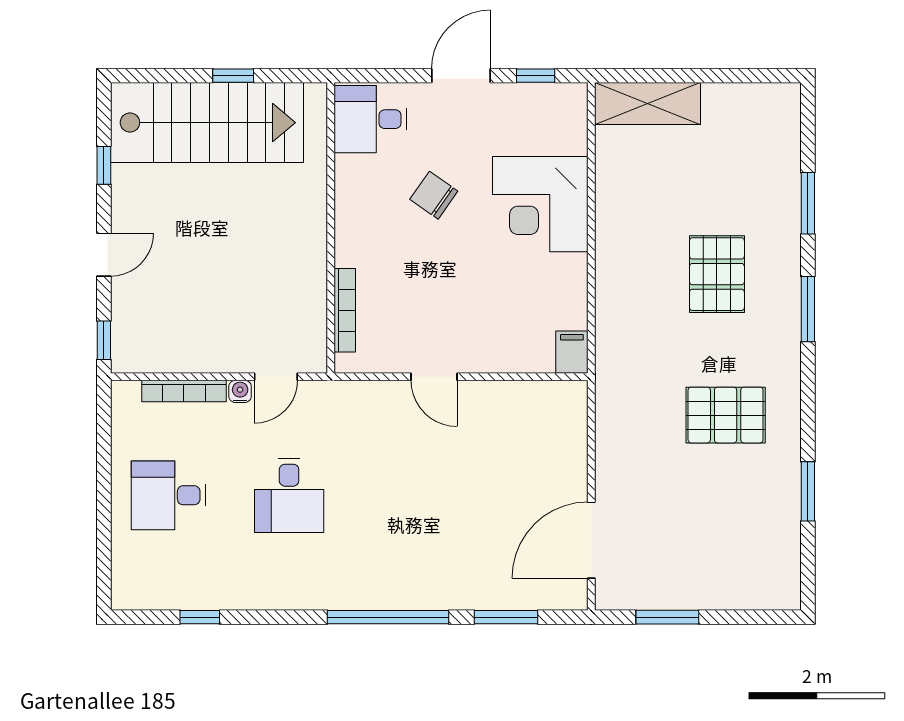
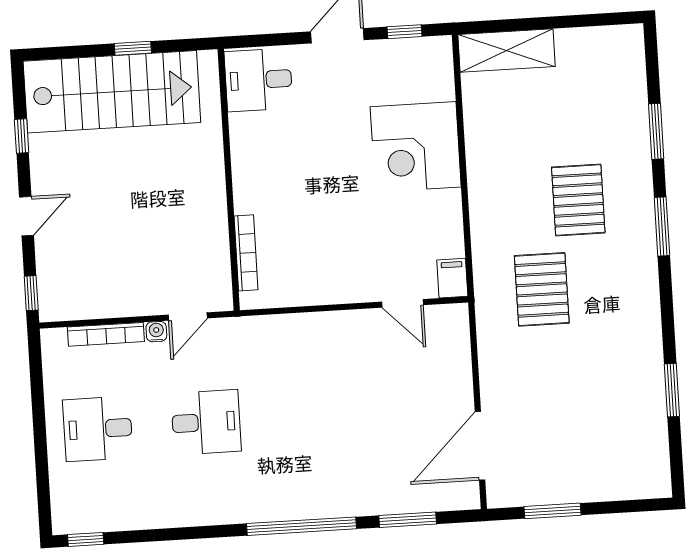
chair: (434, 195) -> (320, 145), removed
door: (434, 377) -> (403, 303), moved
pallet: (726, 415) -> (542, 289), moved, turned 90
desk: (289, 495) -> (206, 422), turned -90
window: (200, 617) -> (86, 539), moved

